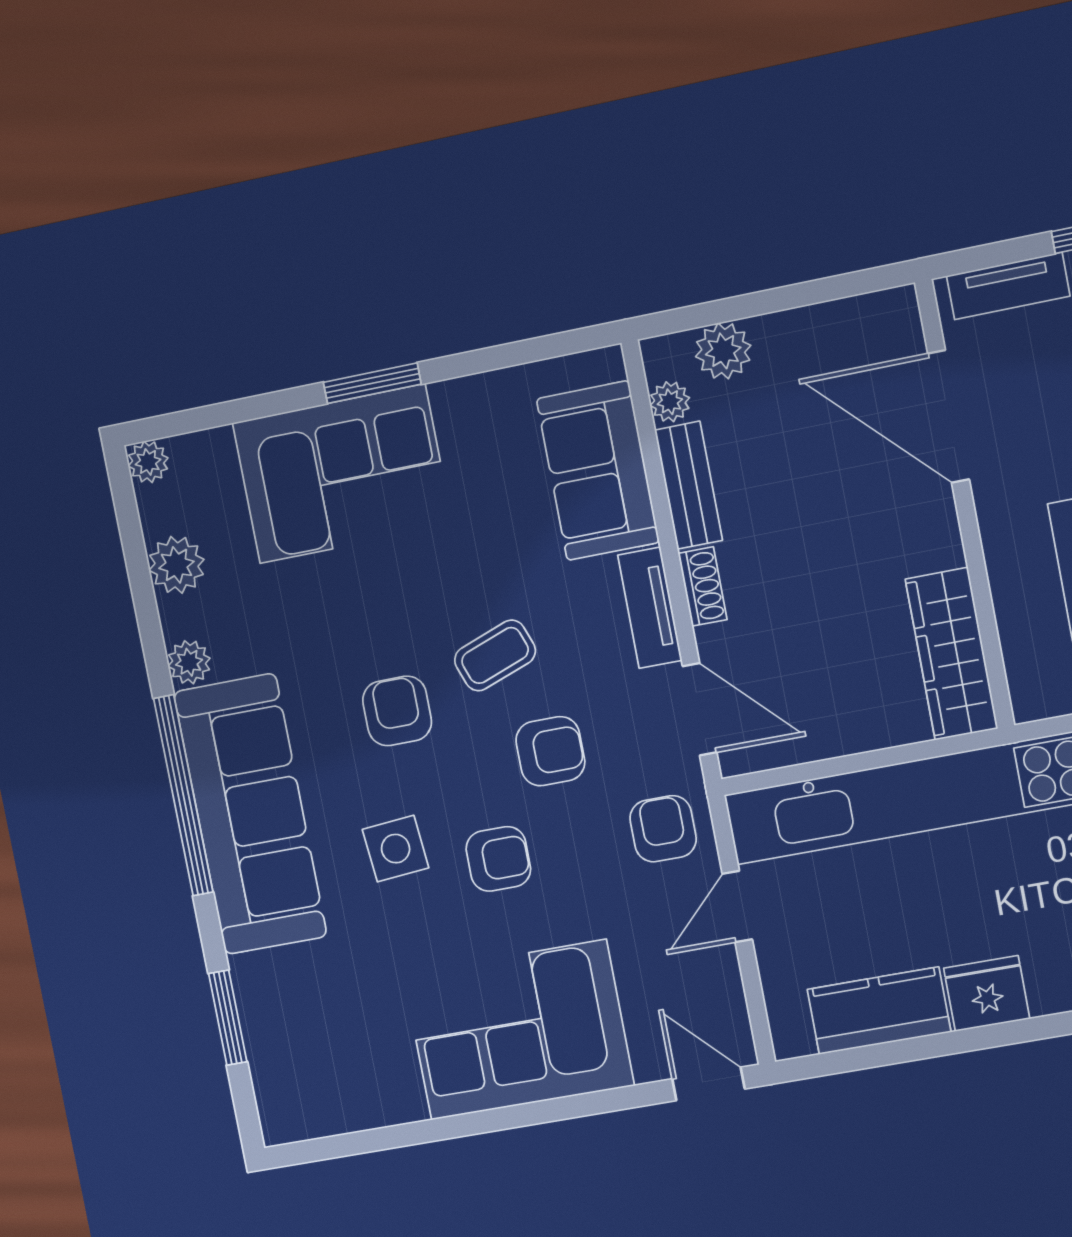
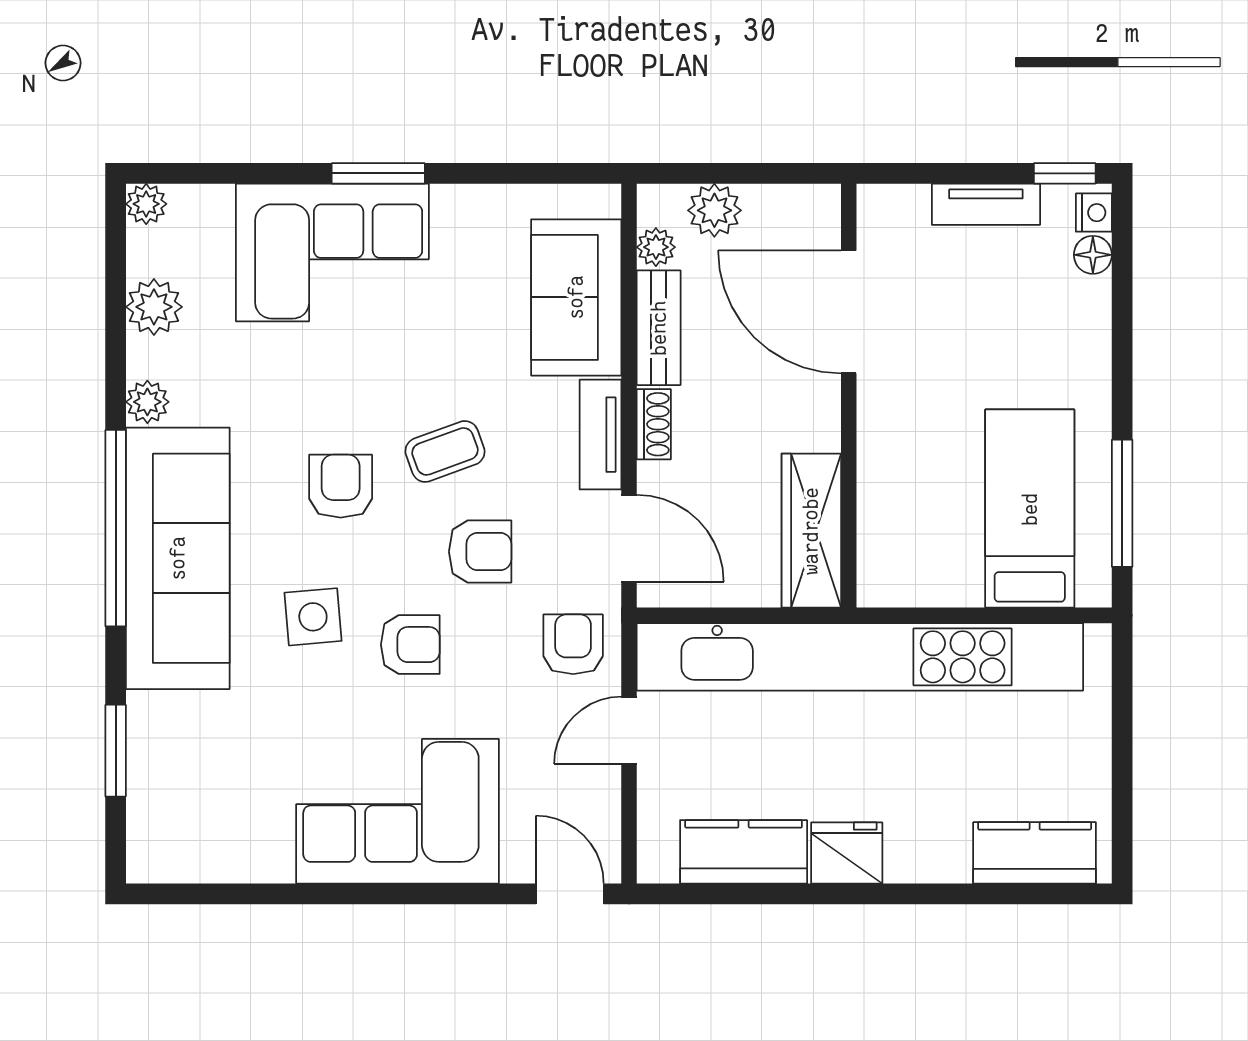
door: (948, 416) -> (849, 312), moved
wall: (965, 505) -> (849, 396), moved
wardrobe: (952, 654) -> (811, 531), moved

